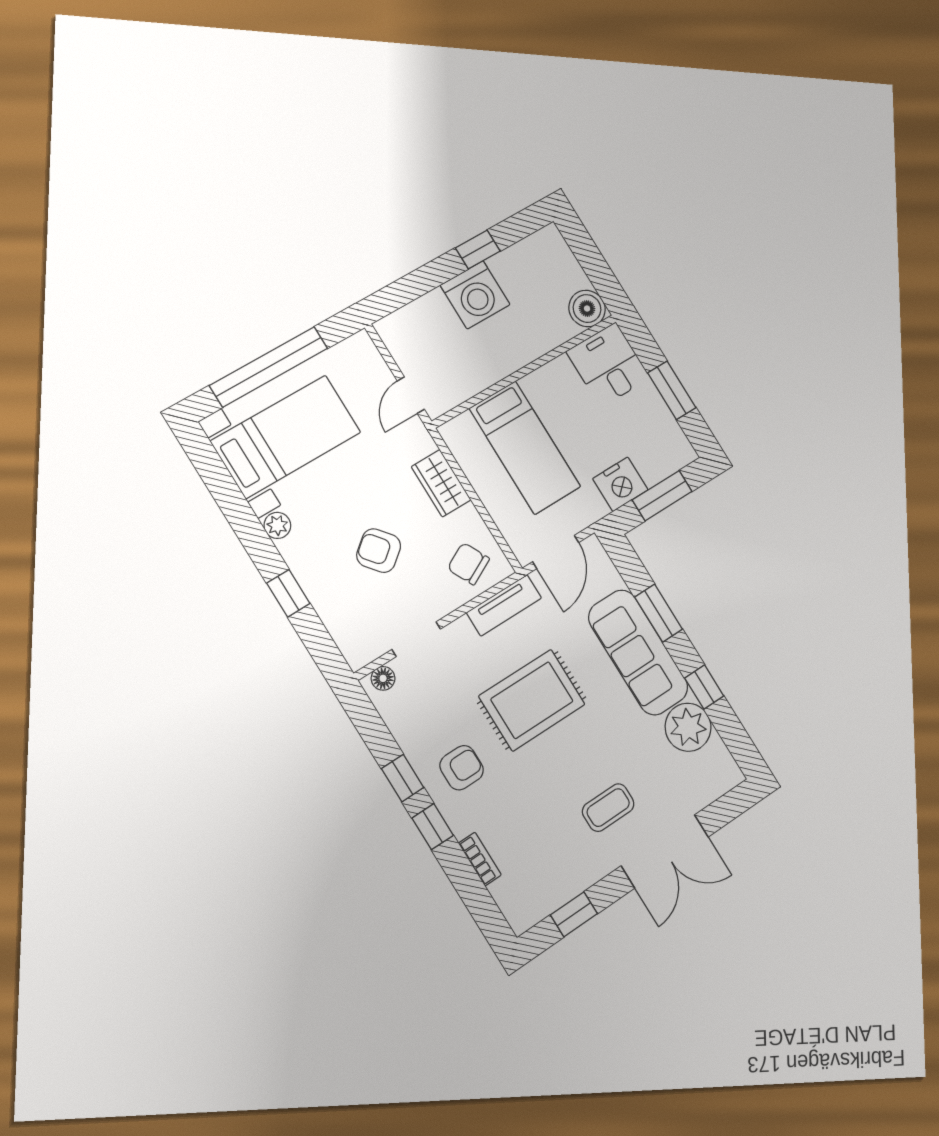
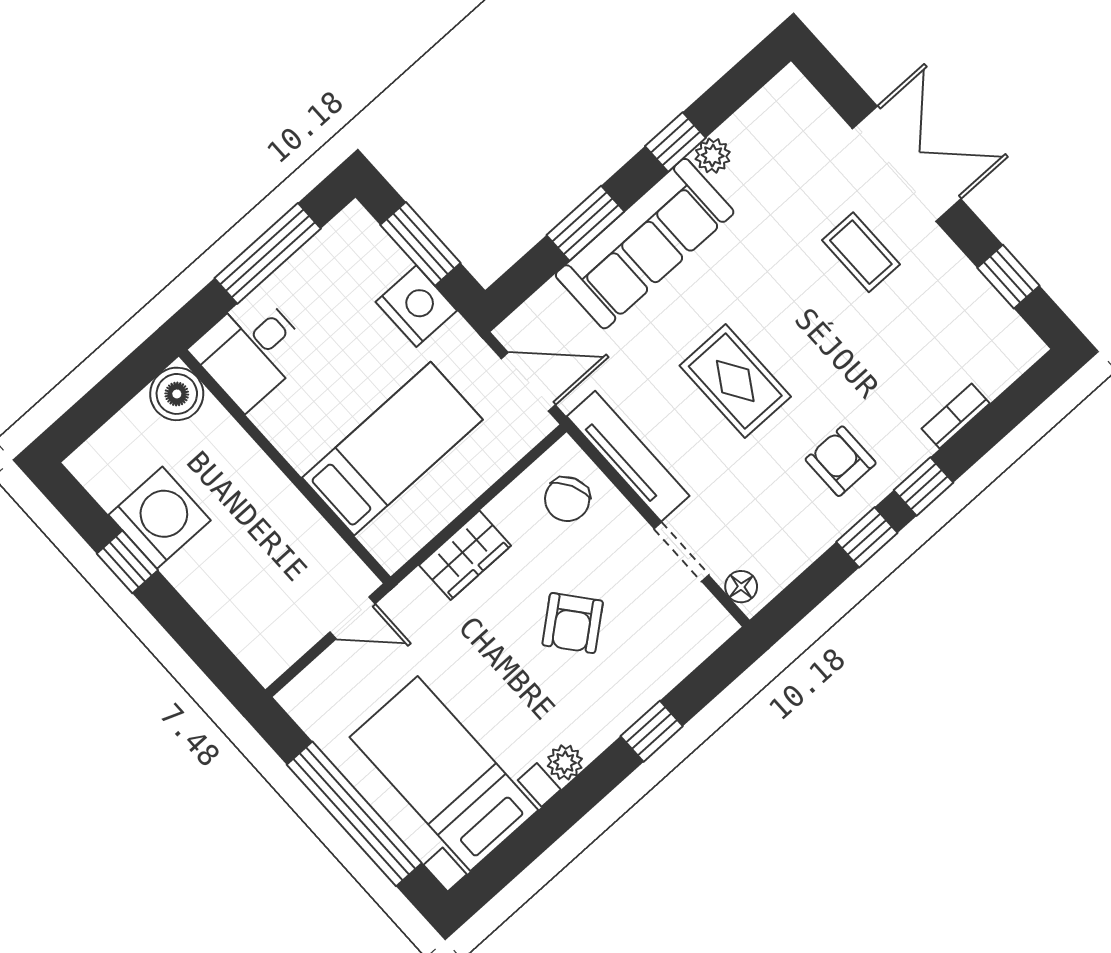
washing machine: (475, 295) -> (160, 518), moved
window: (672, 390) -> (268, 253), width x1.44
tv unit: (504, 605) -> (628, 456), width x1.41
rug: (532, 700) -> (735, 381), width x0.73, depth x0.70
plant: (688, 727) -> (713, 156), width x0.53, depth x0.53

